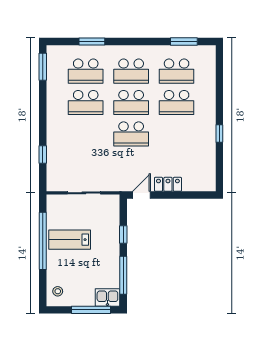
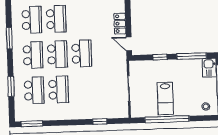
window: (184, 41) -> (9, 38), moved

